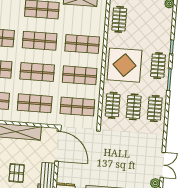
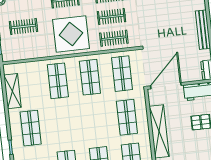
clothes rail: (119, 19) -> (23, 26), moved
shop shelf: (40, 41) -> (63, 124), removed
shop shelf: (37, 72) -> (95, 121), removed

